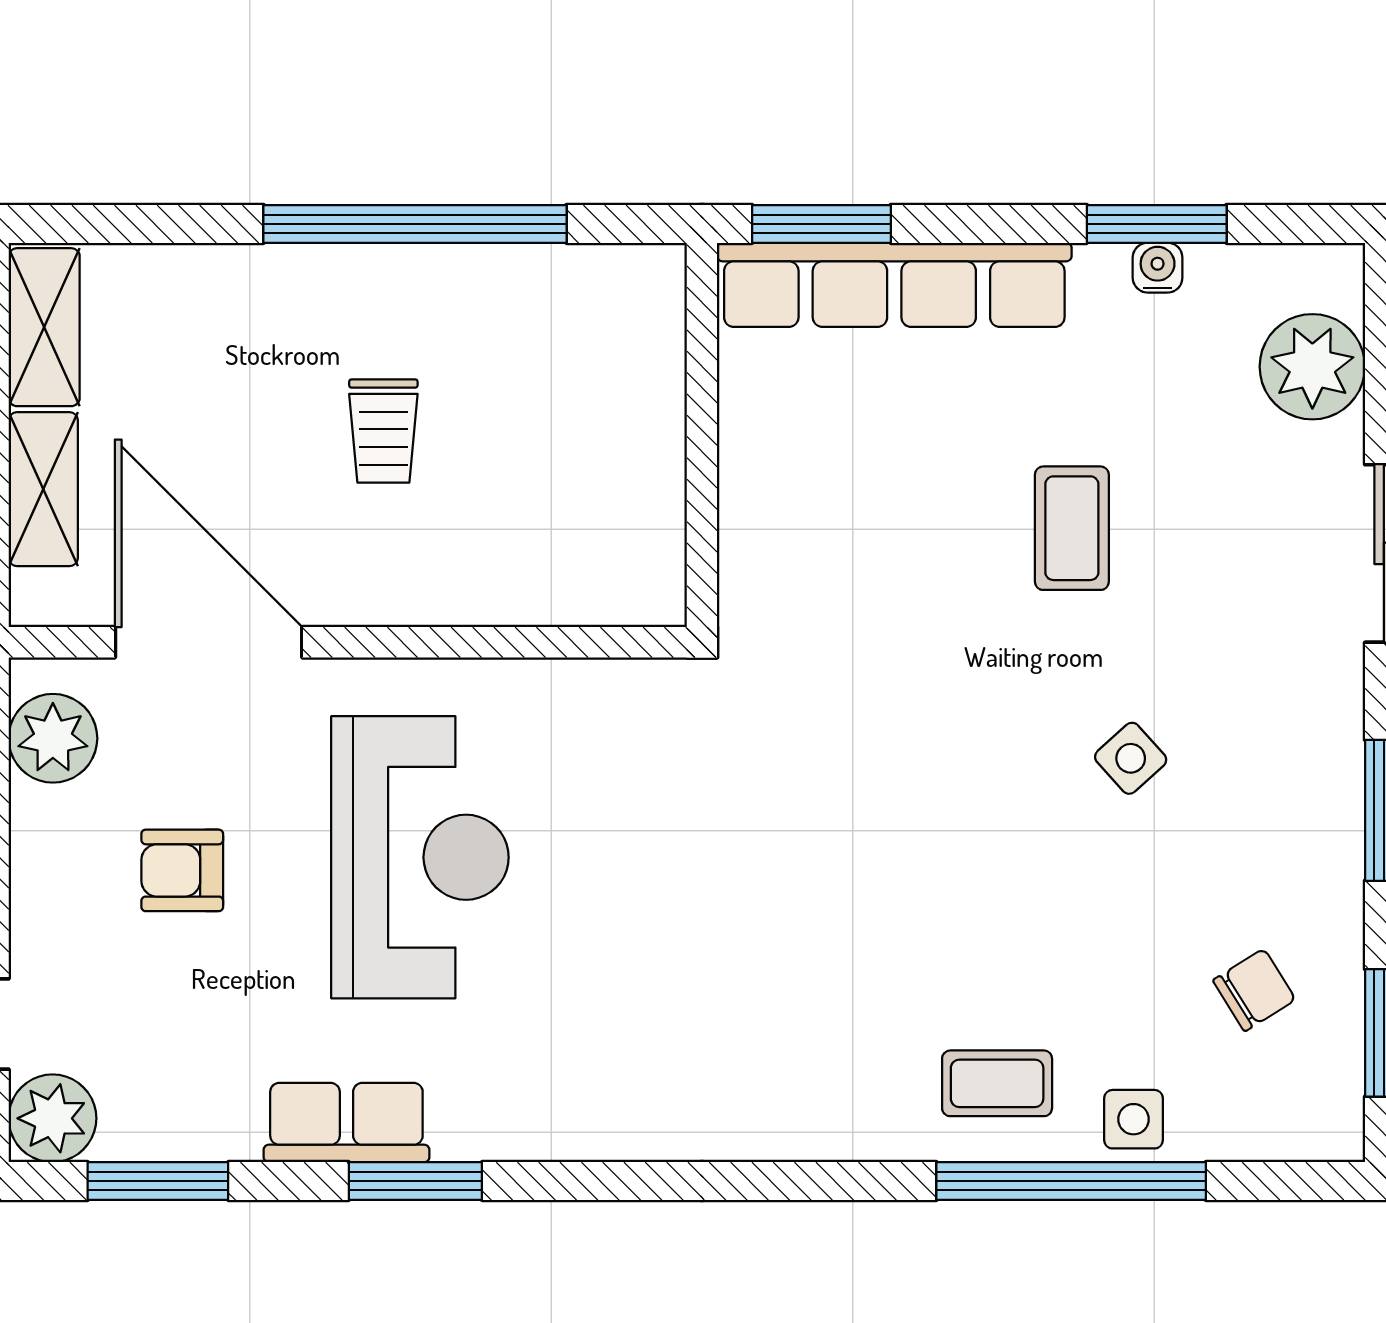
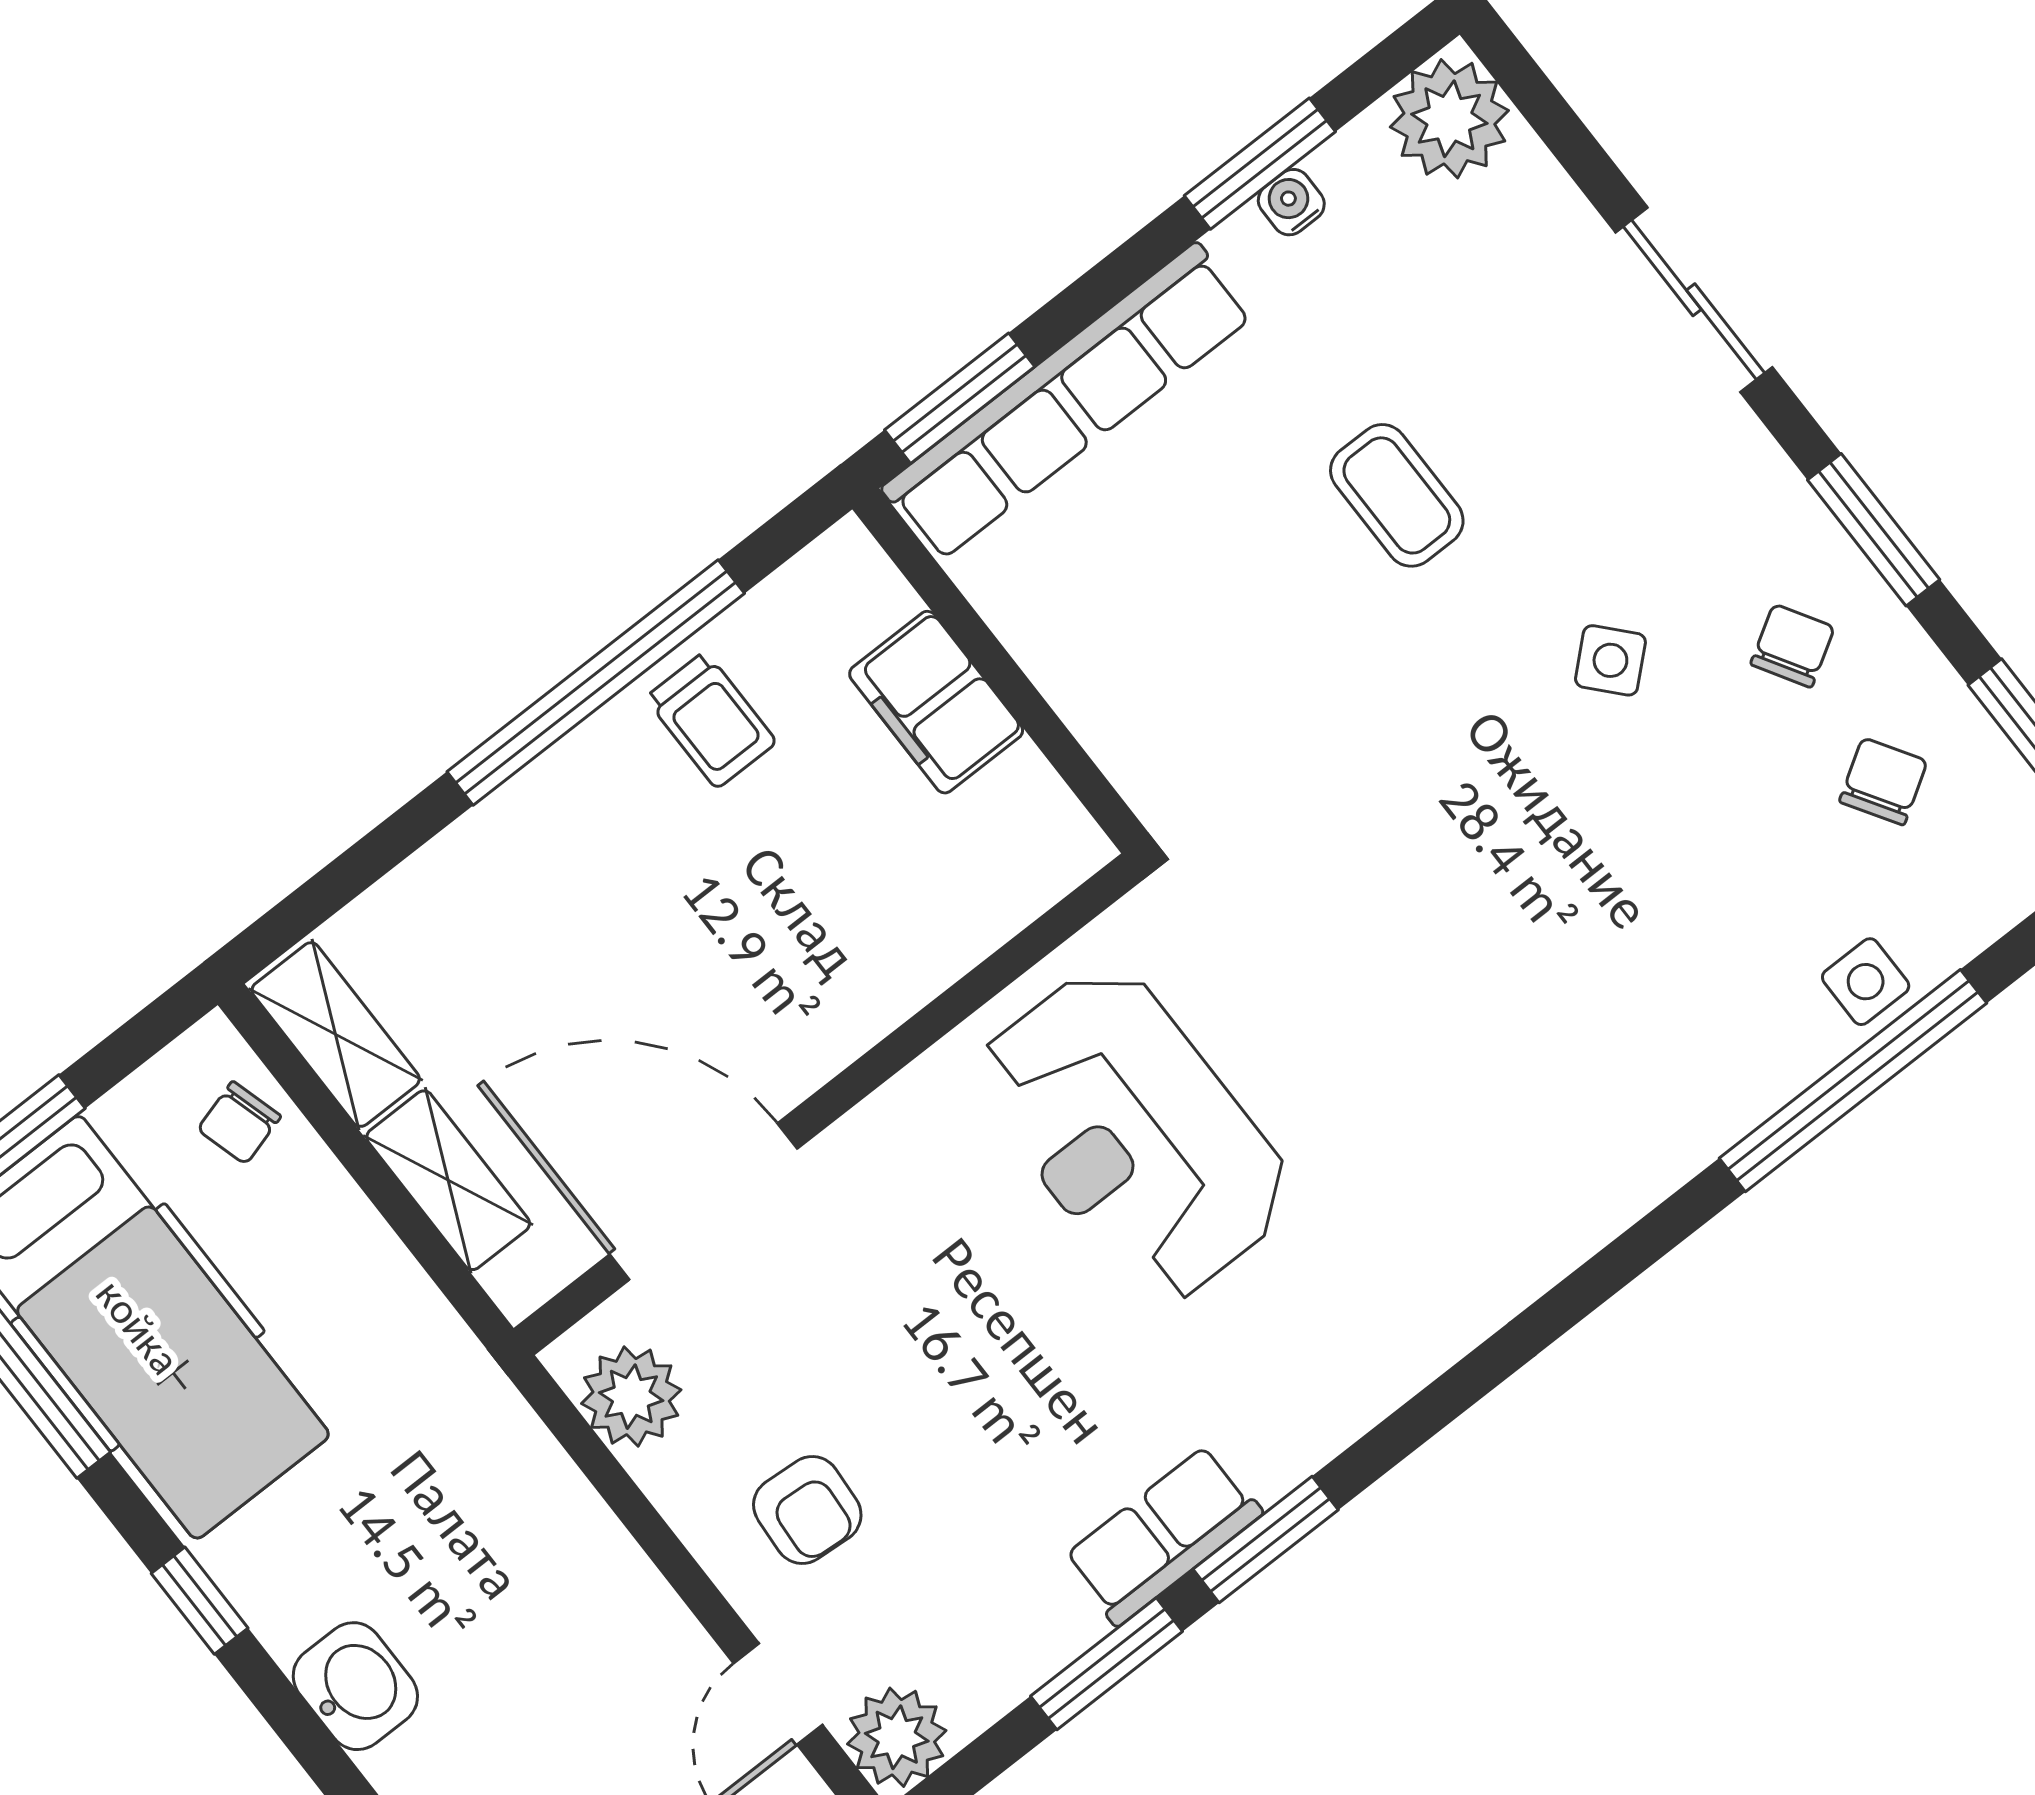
plant: (1312, 367) -> (1449, 119), moved
filing cabinet: (641, 422) -> (936, 702), added
trolley: (383, 431) -> (711, 720), moved
chair: (1265, 847) -> (1793, 646), added
reception desk: (420, 857) -> (1134, 1134), moved, turned 180
armchair: (182, 870) -> (807, 1510), moved, turned -86
coffee table: (997, 1083) -> (1718, 1045), removed
window: (158, 1181) -> (1107, 1664), moved

